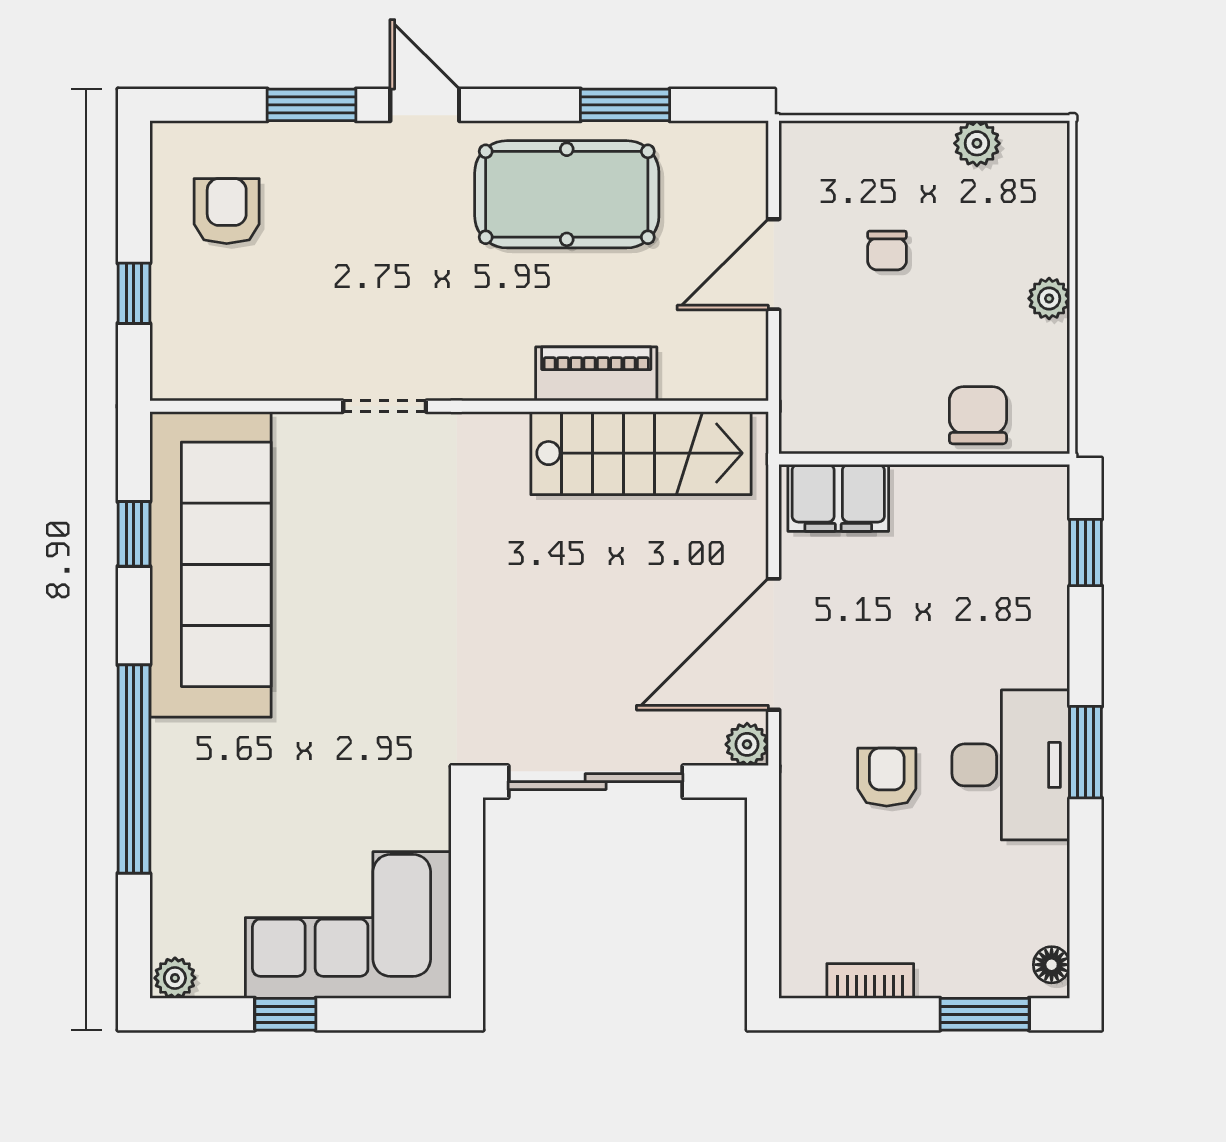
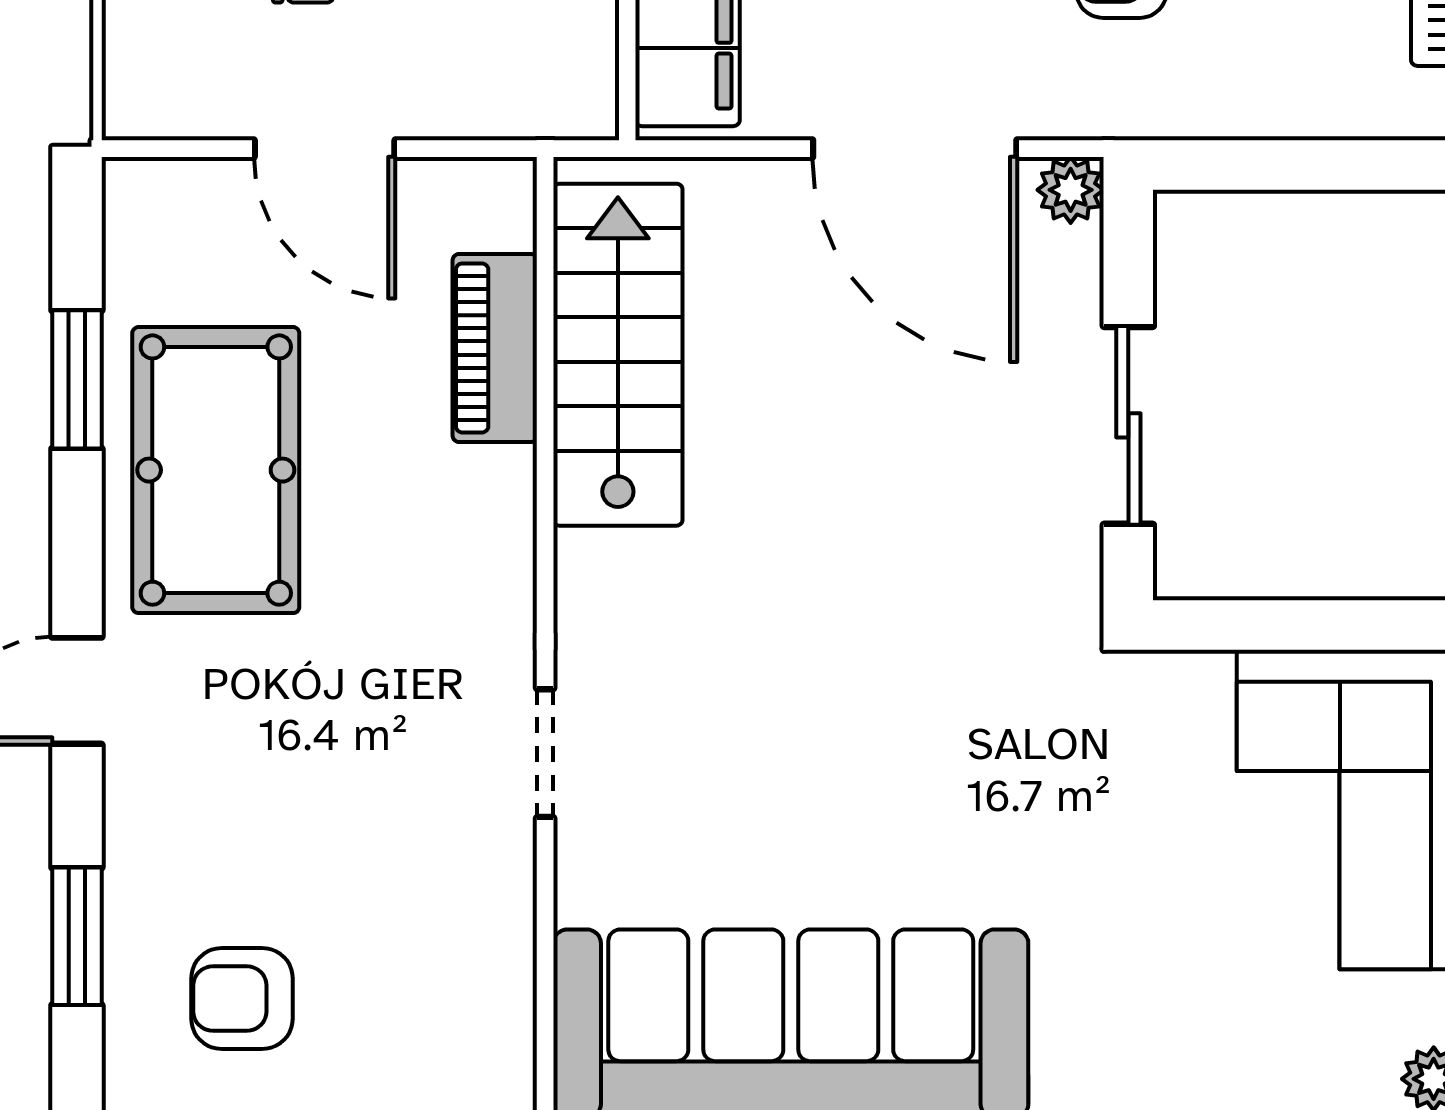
window: (312, 105) -> (77, 936), moved
piano: (596, 374) -> (495, 348), moved
sliding door: (596, 782) -> (1128, 425), width x0.73

